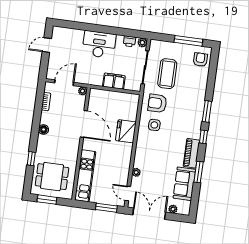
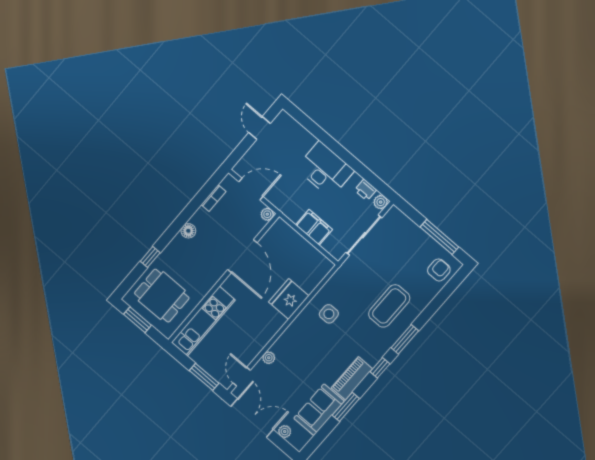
door: (47, 45) -> (260, 128), hinge flipped
coffee table: (167, 74) -> (389, 306), moved
armchair: (157, 103) -> (350, 290), removed

